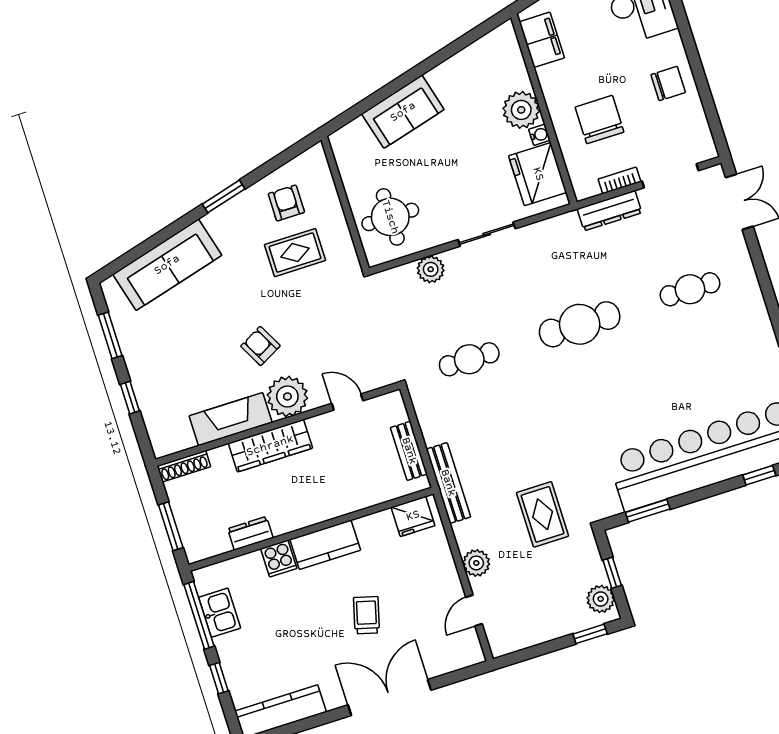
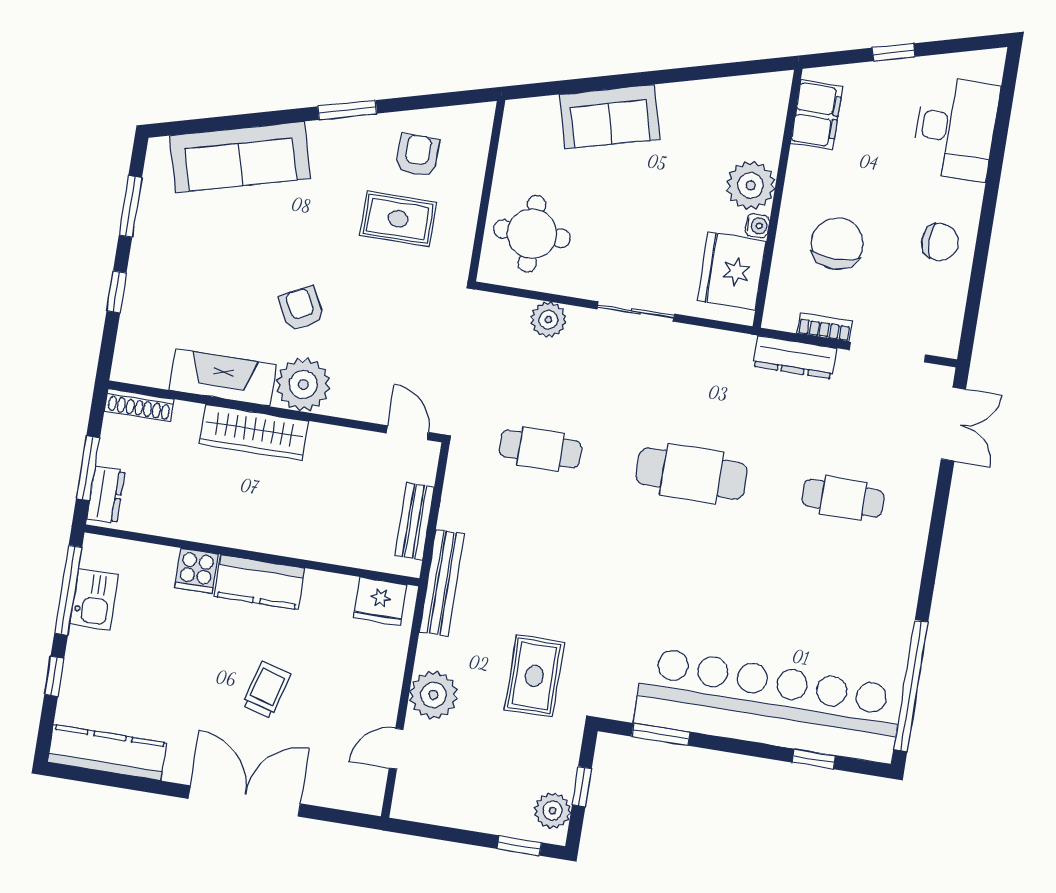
door: (347, 402) -> (407, 433), moved
dresser: (250, 533) -> (106, 495), moved, turned 90
plant: (476, 563) -> (434, 695), width x1.36, depth x1.36

